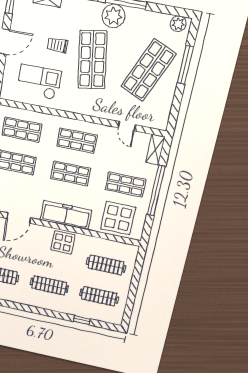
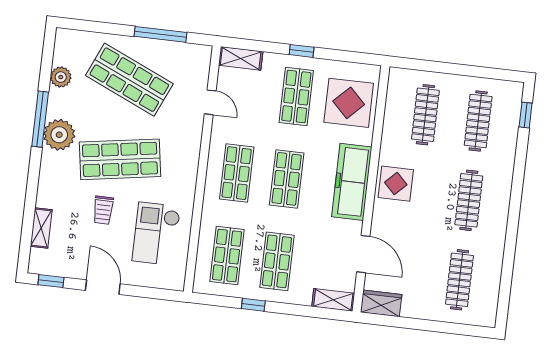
plant: (178, 24) -> (61, 77), moved
window: (185, 65) -> (160, 34), moved
door: (127, 126) -> (210, 102), hinge flipped
window: (156, 191) -> (302, 51), width x0.32
window: (82, 320) -> (526, 115), moved

